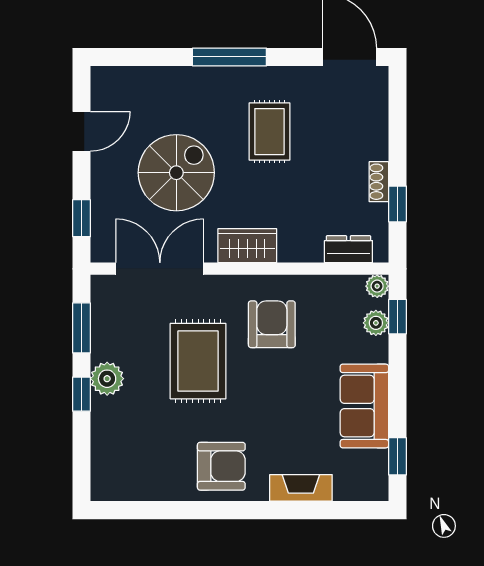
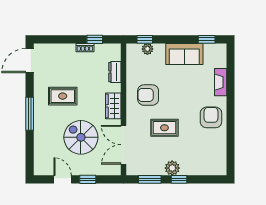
window: (81, 218) -> (88, 179), moved
dresser: (348, 249) -> (115, 72), moved
plant: (377, 286) -> (131, 48), removed
rug: (198, 361) -> (164, 128), width x0.73, depth x0.70

